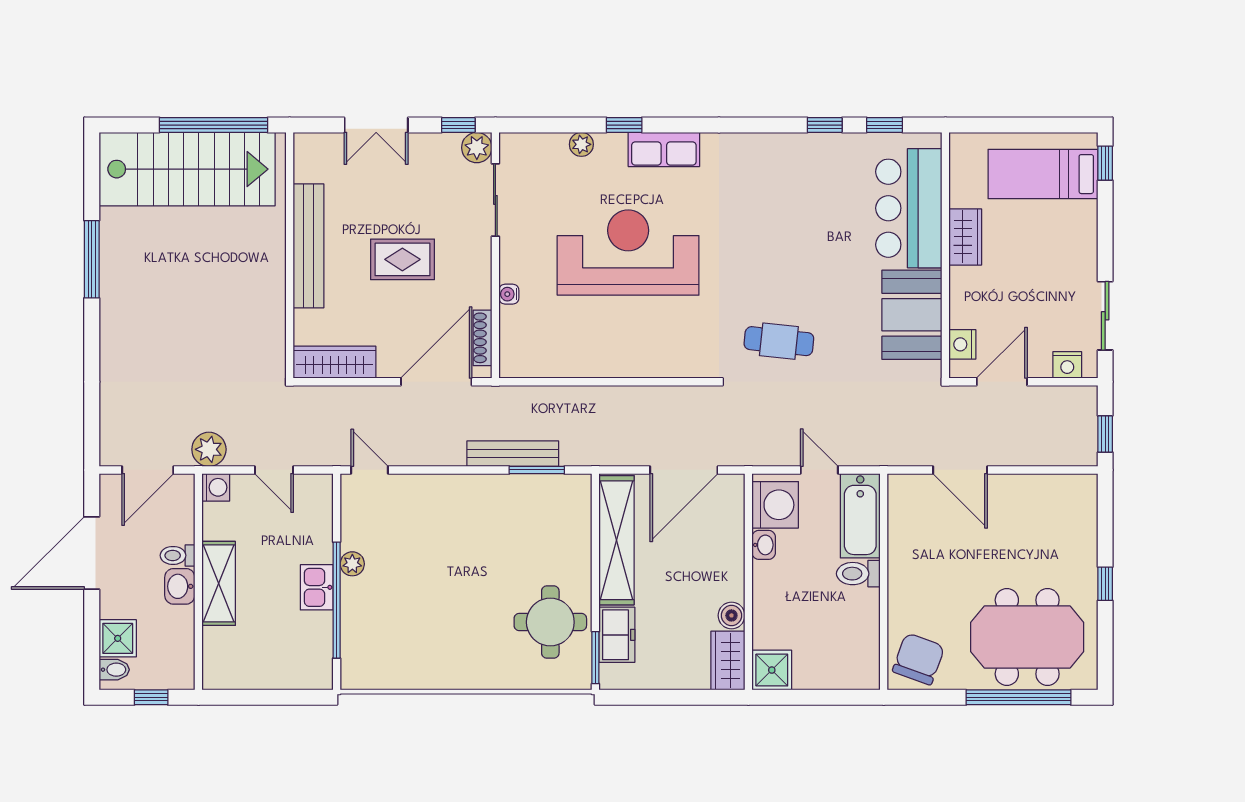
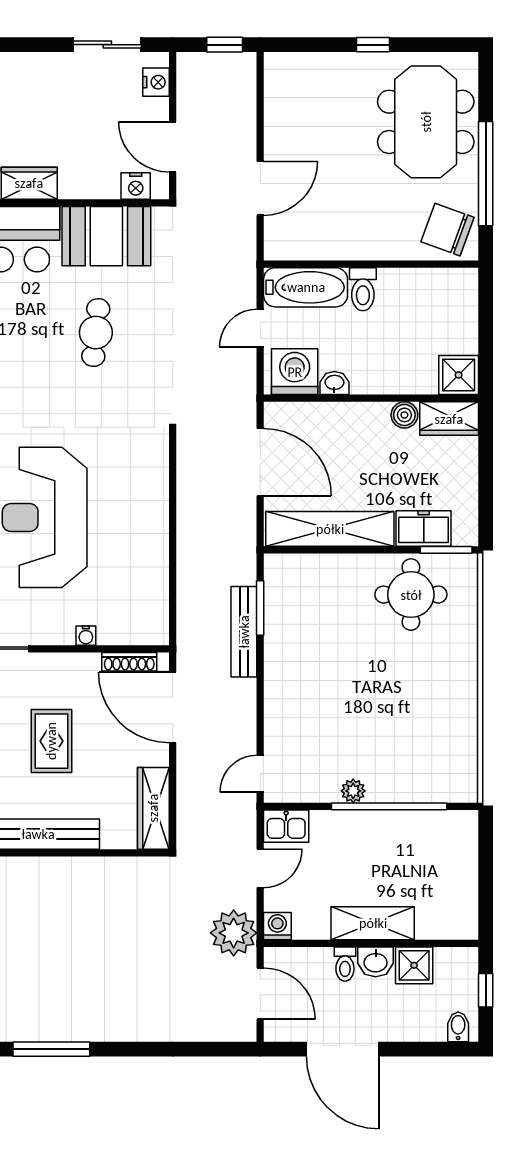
cafe table: (779, 341) -> (96, 333), moved
plant: (209, 449) -> (234, 933), width x1.36, depth x1.36
kitchen sink: (317, 587) -> (286, 826), moved
shower: (118, 638) -> (414, 965), moved
window: (1018, 697) -> (486, 174), moved

